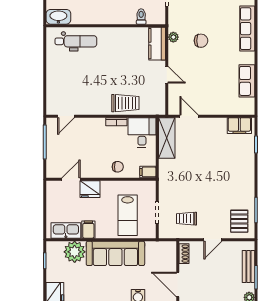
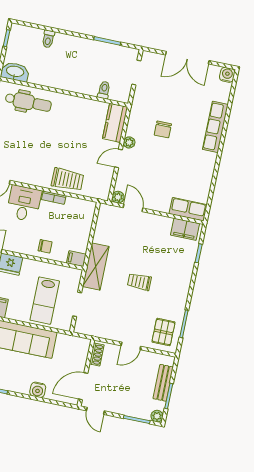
plant: (173, 37) -> (129, 142), moved
chair: (201, 41) -> (163, 129), turned 90
door: (167, 75) -> (118, 158), swing flipped
row of seats: (247, 81) -> (188, 209), moved, turned 90
plant: (174, 109) -> (118, 197), added
desk: (142, 133) -> (24, 203), moved
shelving: (167, 138) -> (96, 267), moved
trolley: (186, 219) -> (139, 282), moved
door: (178, 284) -> (83, 386), hinge flipped

